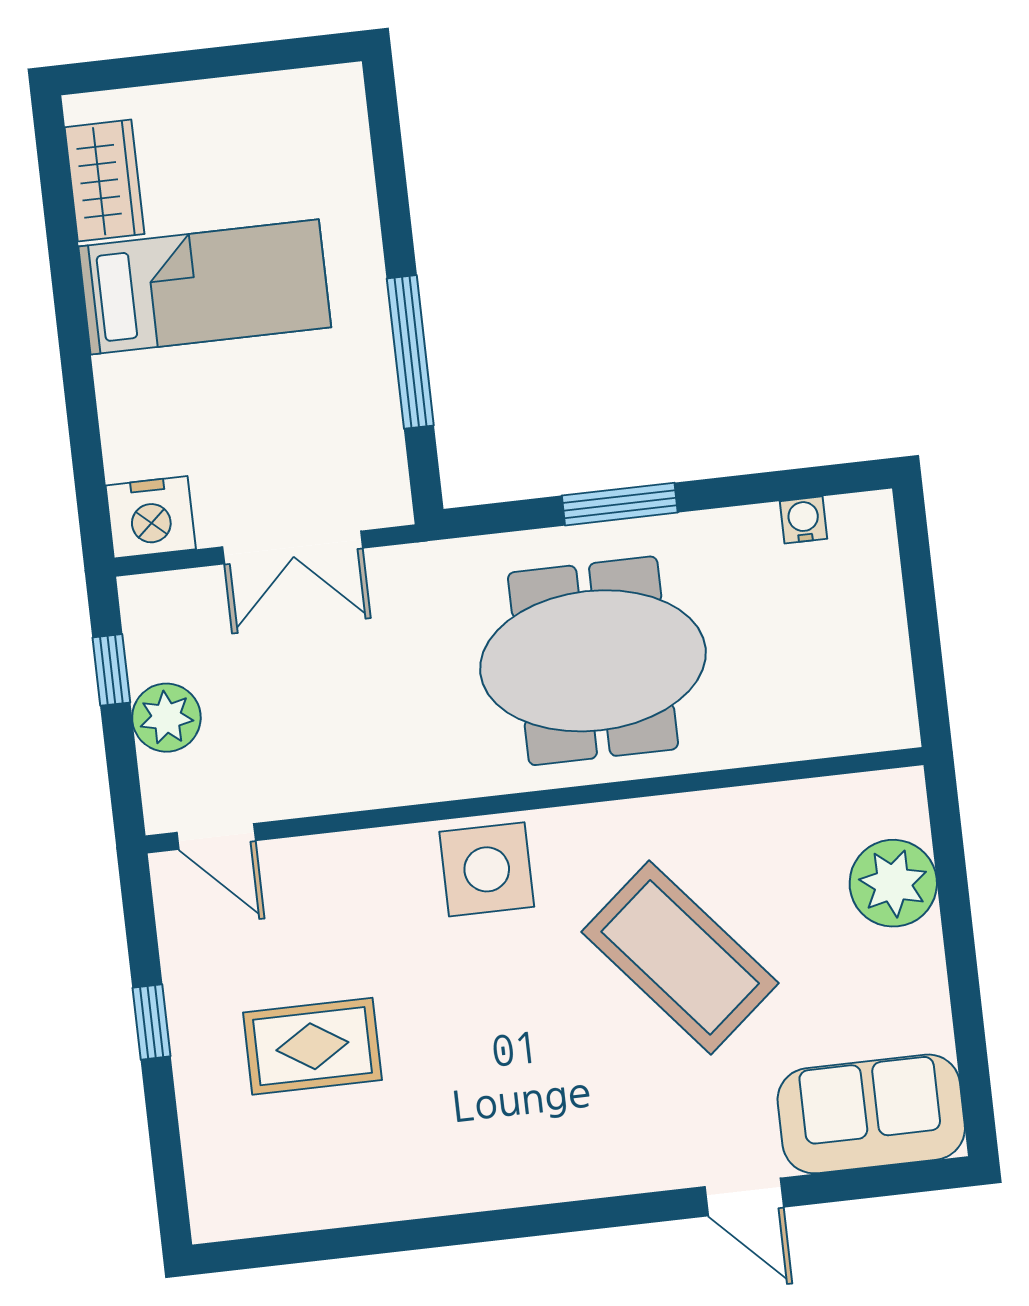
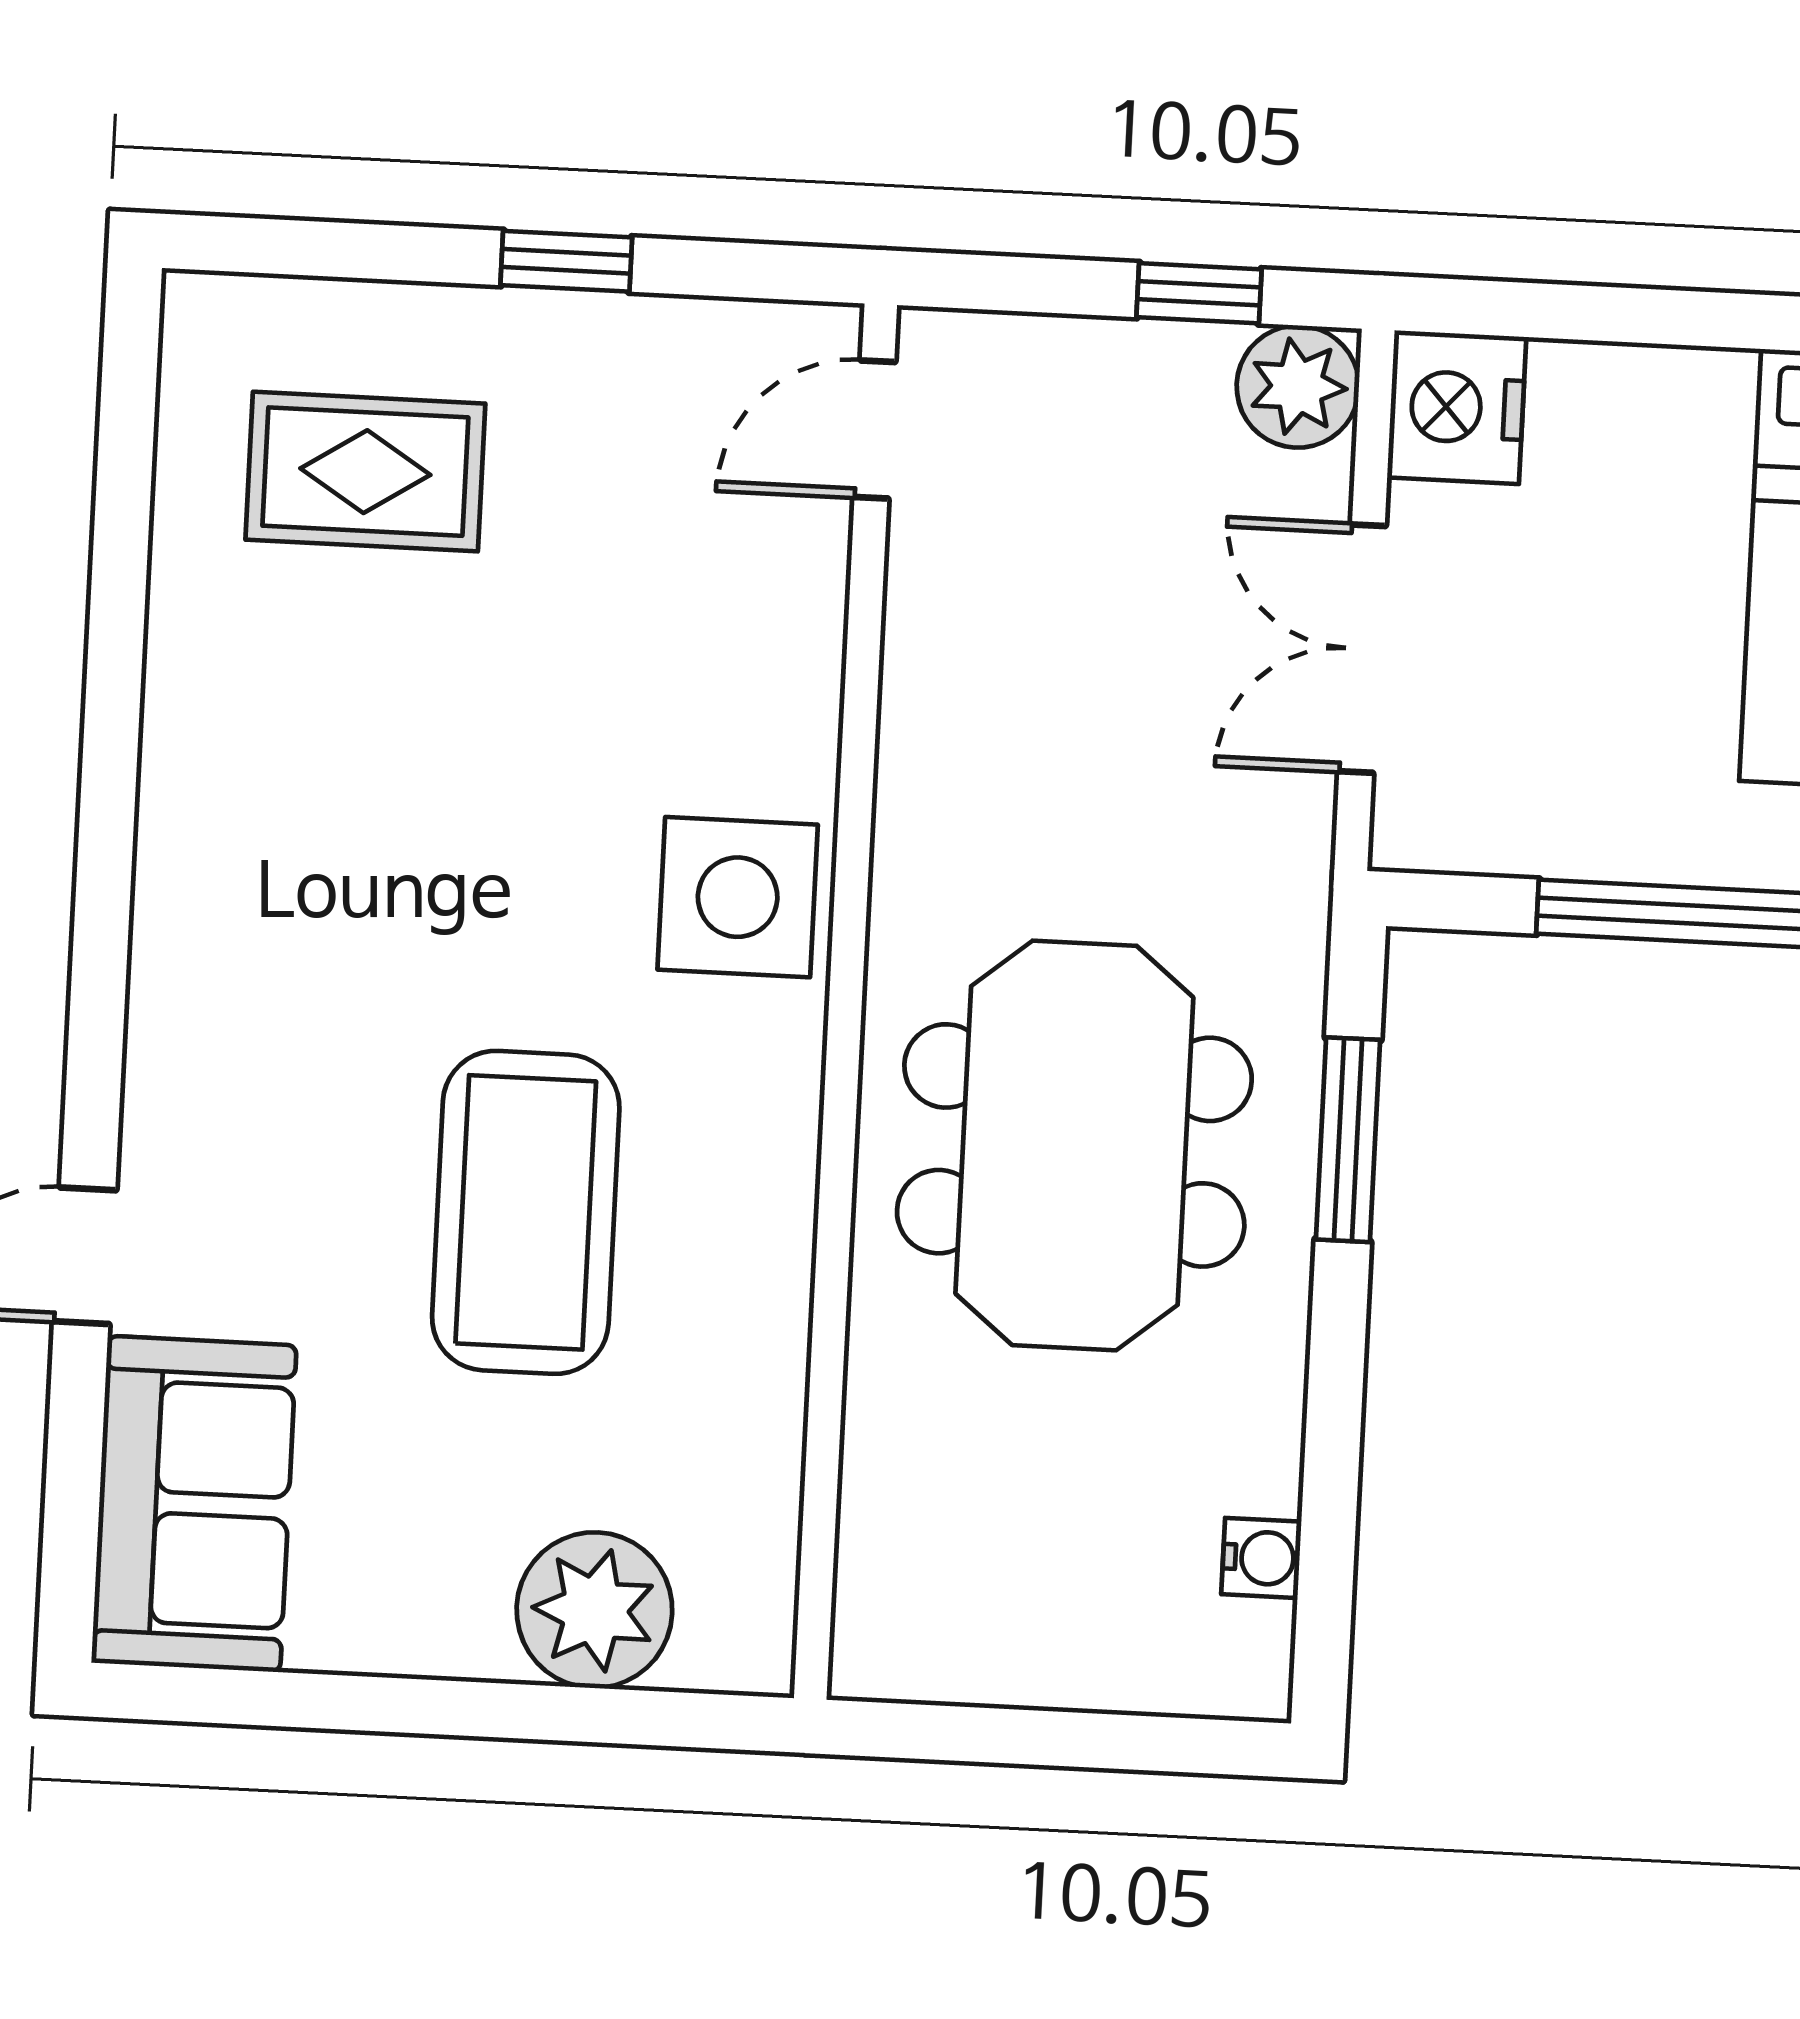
window: (620, 504) -> (1348, 1140), moved
plant: (166, 718) -> (1298, 387), moved
coffee table: (680, 957) -> (526, 1212), turned -50
rug: (312, 1046) -> (365, 472), moved, turned 90

